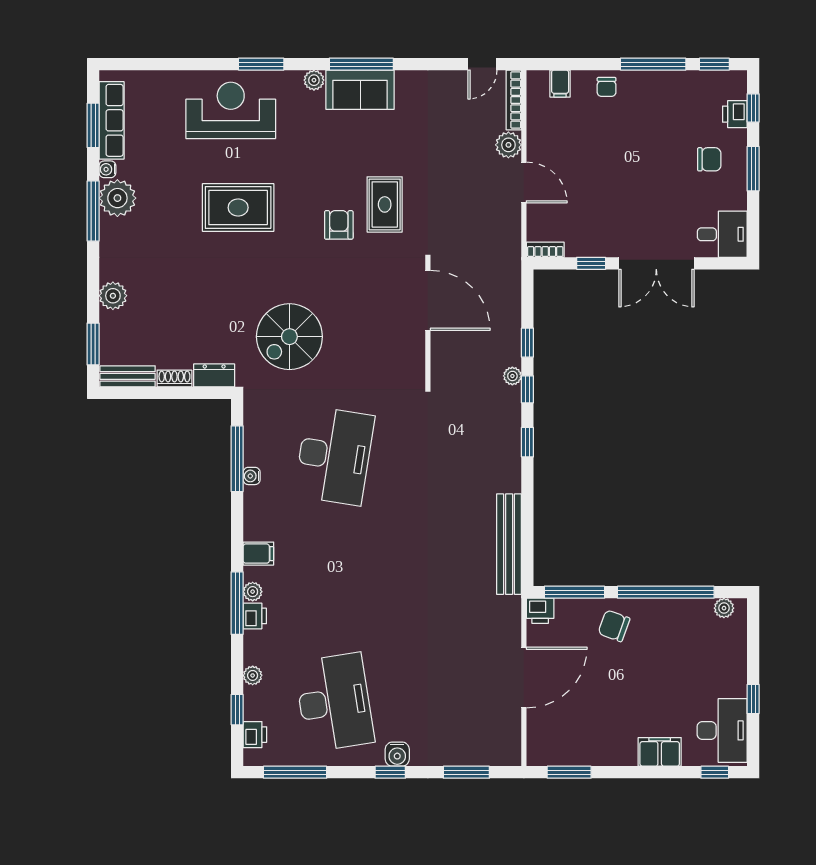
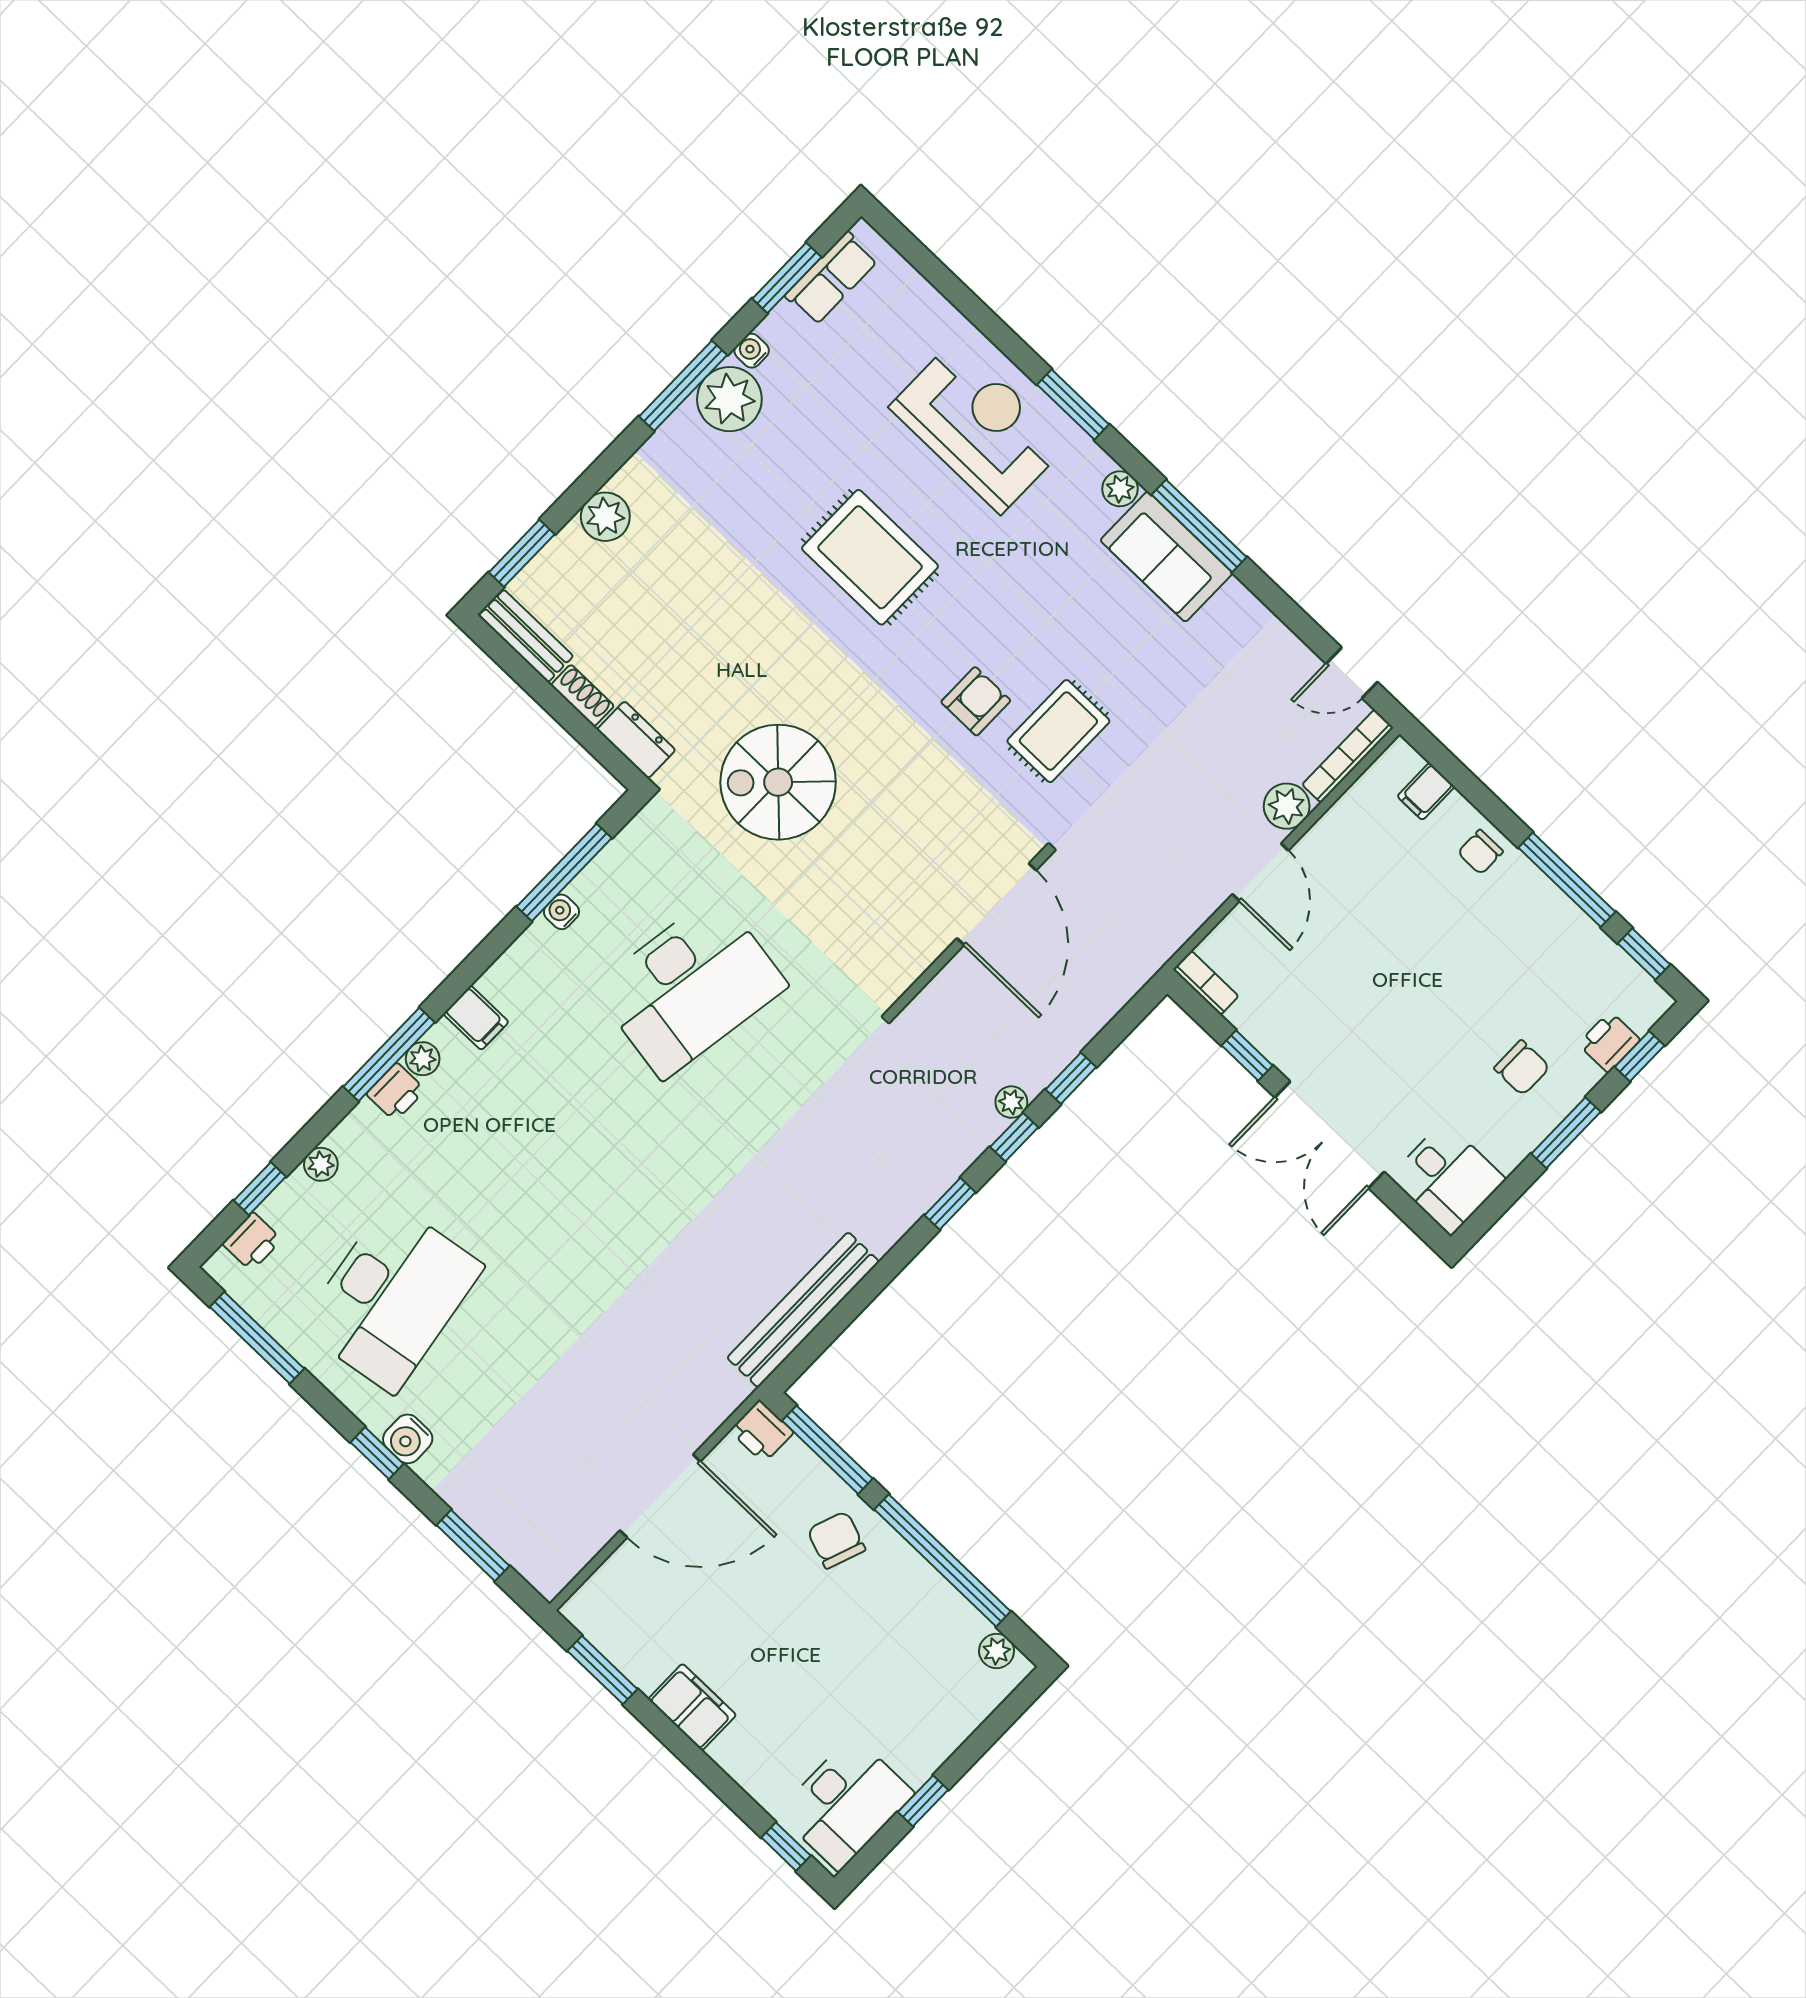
row of seats: (112, 120) -> (831, 278), width x0.68
filing cabinet: (660, 752) -> (692, 1707), moved

